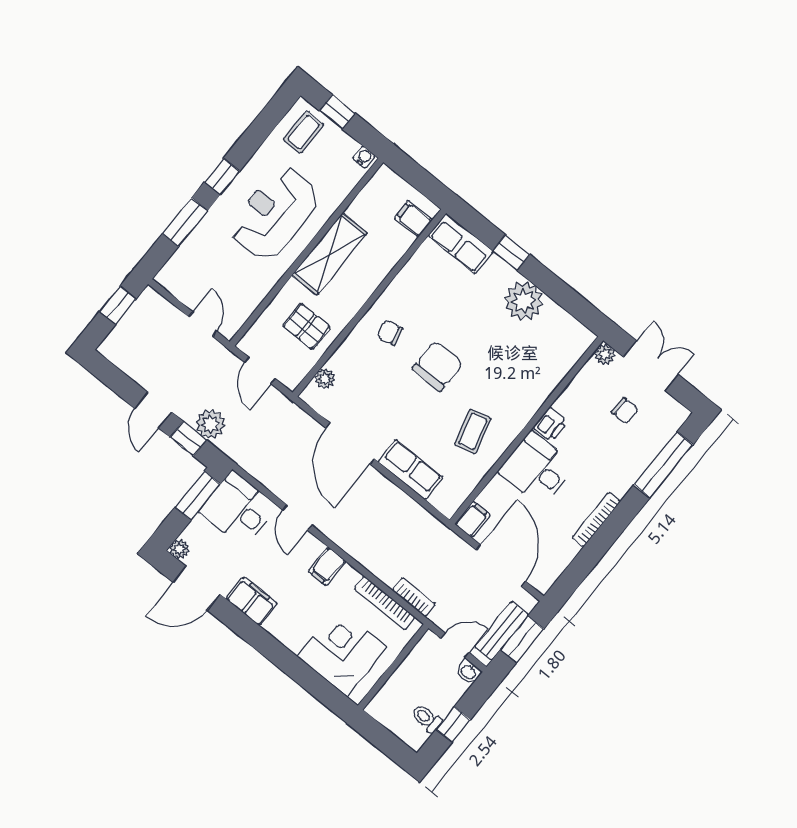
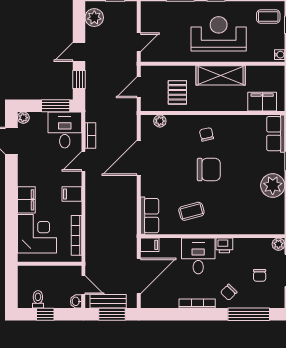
filing cabinet: (413, 219) -> (262, 102), width x2.00
plant: (210, 424) -> (94, 18), moved
chair: (615, 468) -> (229, 292), added
row of seats: (411, 470) -> (150, 216), moved
bookcase: (414, 597) -> (90, 136), moved
filing cabinet: (252, 601) -> (26, 200), moved

